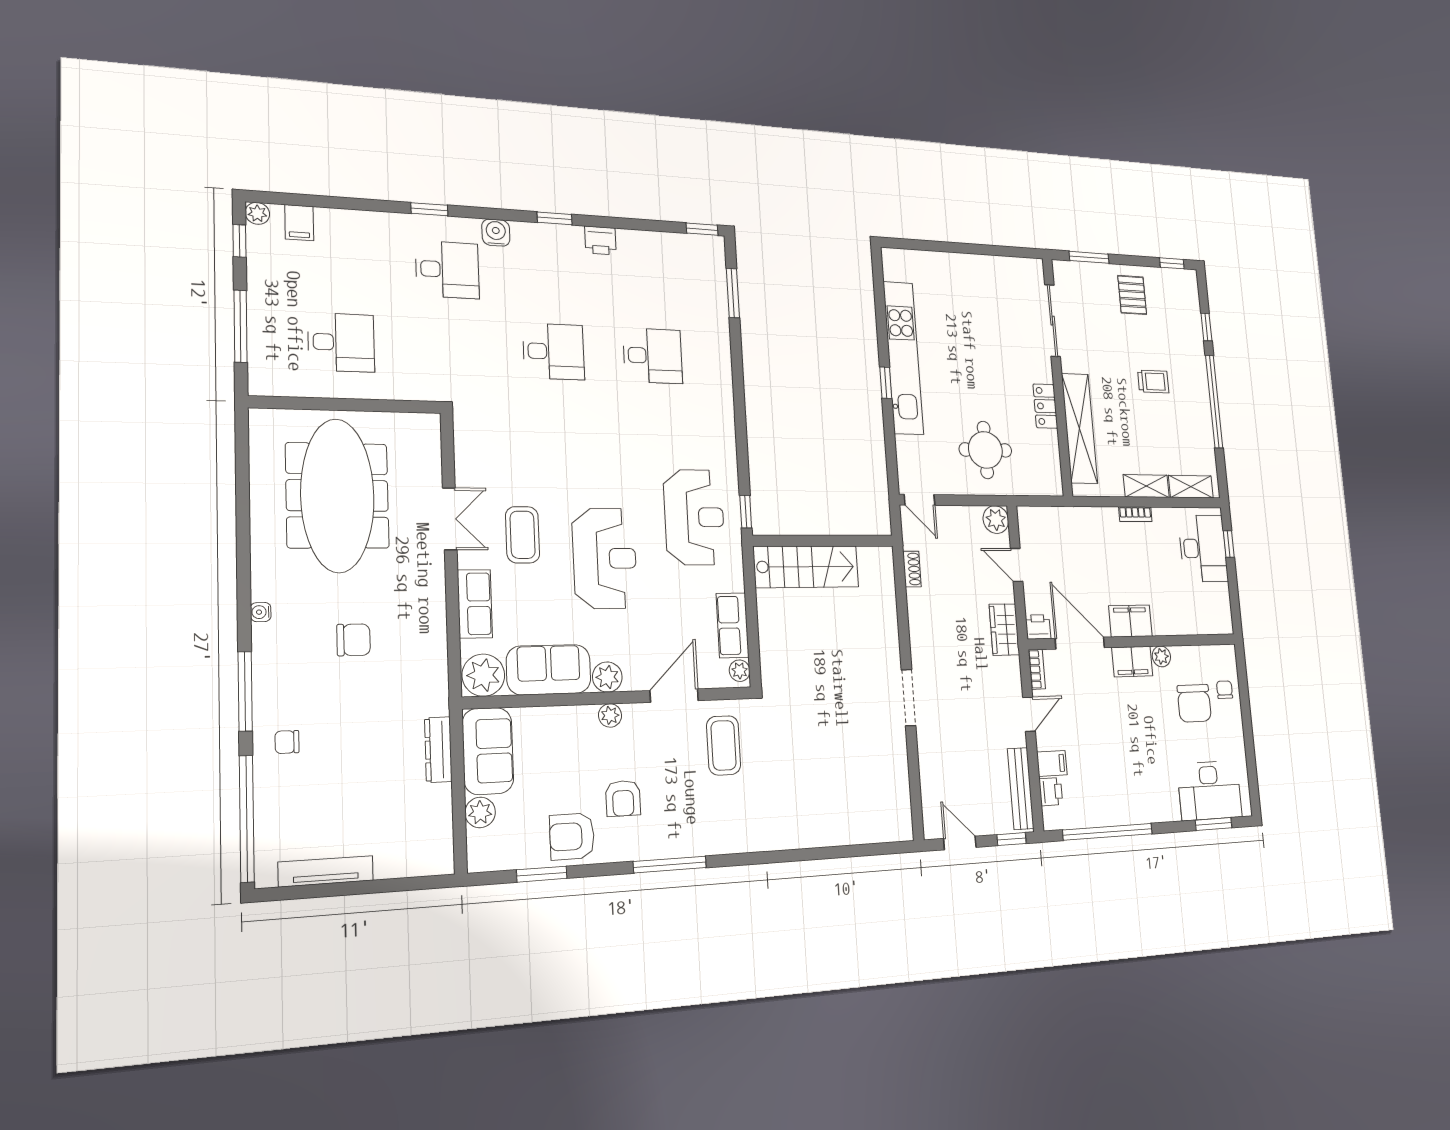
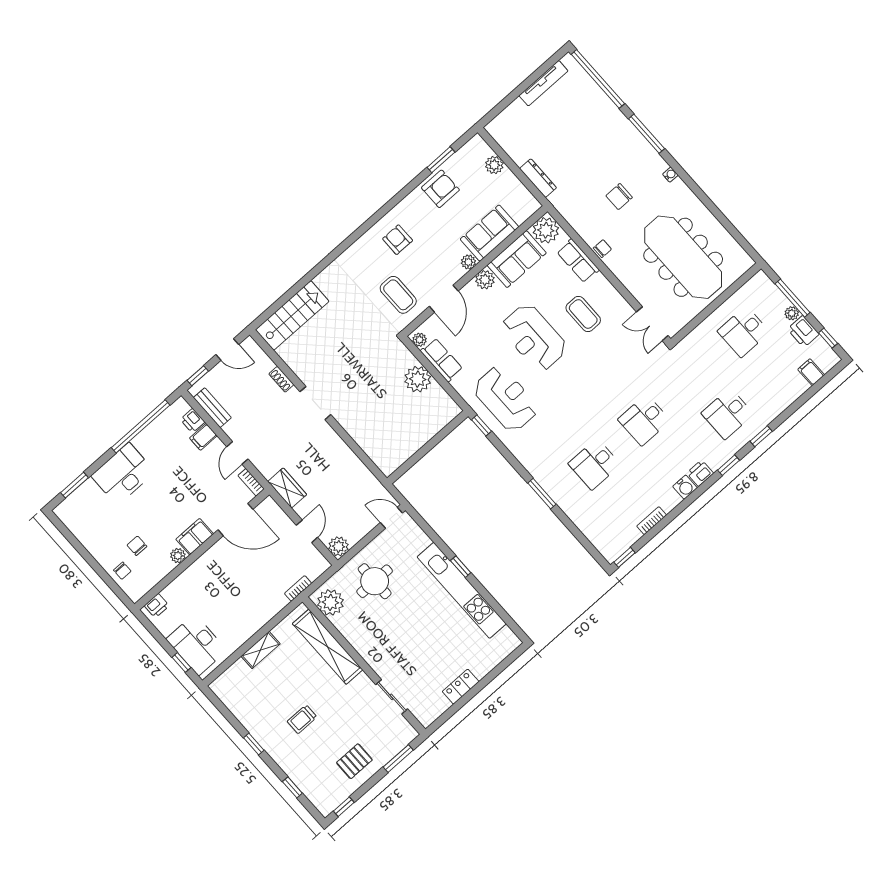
plant: (257, 213) -> (792, 313), moved
window: (555, 218) -> (728, 465), moved
water cooler: (496, 233) -> (685, 487), moved
bookcase: (639, 238) -> (652, 521), added
printer: (600, 240) -> (700, 473), moved
printer: (264, 276) -> (803, 332), added
window: (733, 293) -> (542, 494), moved
pallet: (1132, 295) -> (354, 761), turned 90
sliding door: (1053, 321) -> (392, 697), width x0.73
window: (1214, 401) -> (254, 744), width x0.32
locker: (1045, 406) -> (461, 687), moved, turned -90
plant: (1045, 470) -> (330, 602), added
shelving: (1191, 487) -> (231, 676), removed
bookcase: (1135, 514) -> (298, 588), moved
reception desk: (694, 517) -> (506, 399), turned 180
double door: (450, 519) -> (652, 324), moved
door: (1017, 565) -> (307, 531), hinge flipped
stairs: (806, 567) -> (292, 315), moved, turned 180
shoe rack: (912, 569) -> (281, 379), moved
filing cabinet: (1130, 621) -> (213, 560), removed
plant: (776, 627) -> (418, 379), added
printer: (1038, 627) -> (157, 606), moved
chair: (1194, 703) -> (137, 546), width x0.54, depth x0.54
chair: (287, 742) -> (602, 249), moved
sofa: (488, 751) -> (490, 233), moved, turned 90
bench: (1021, 789) -> (212, 408), width x0.73
desk: (1210, 791) -> (123, 474), moved
armchair: (623, 798) -> (398, 240), moved
window: (670, 865) -> (380, 214), removed

